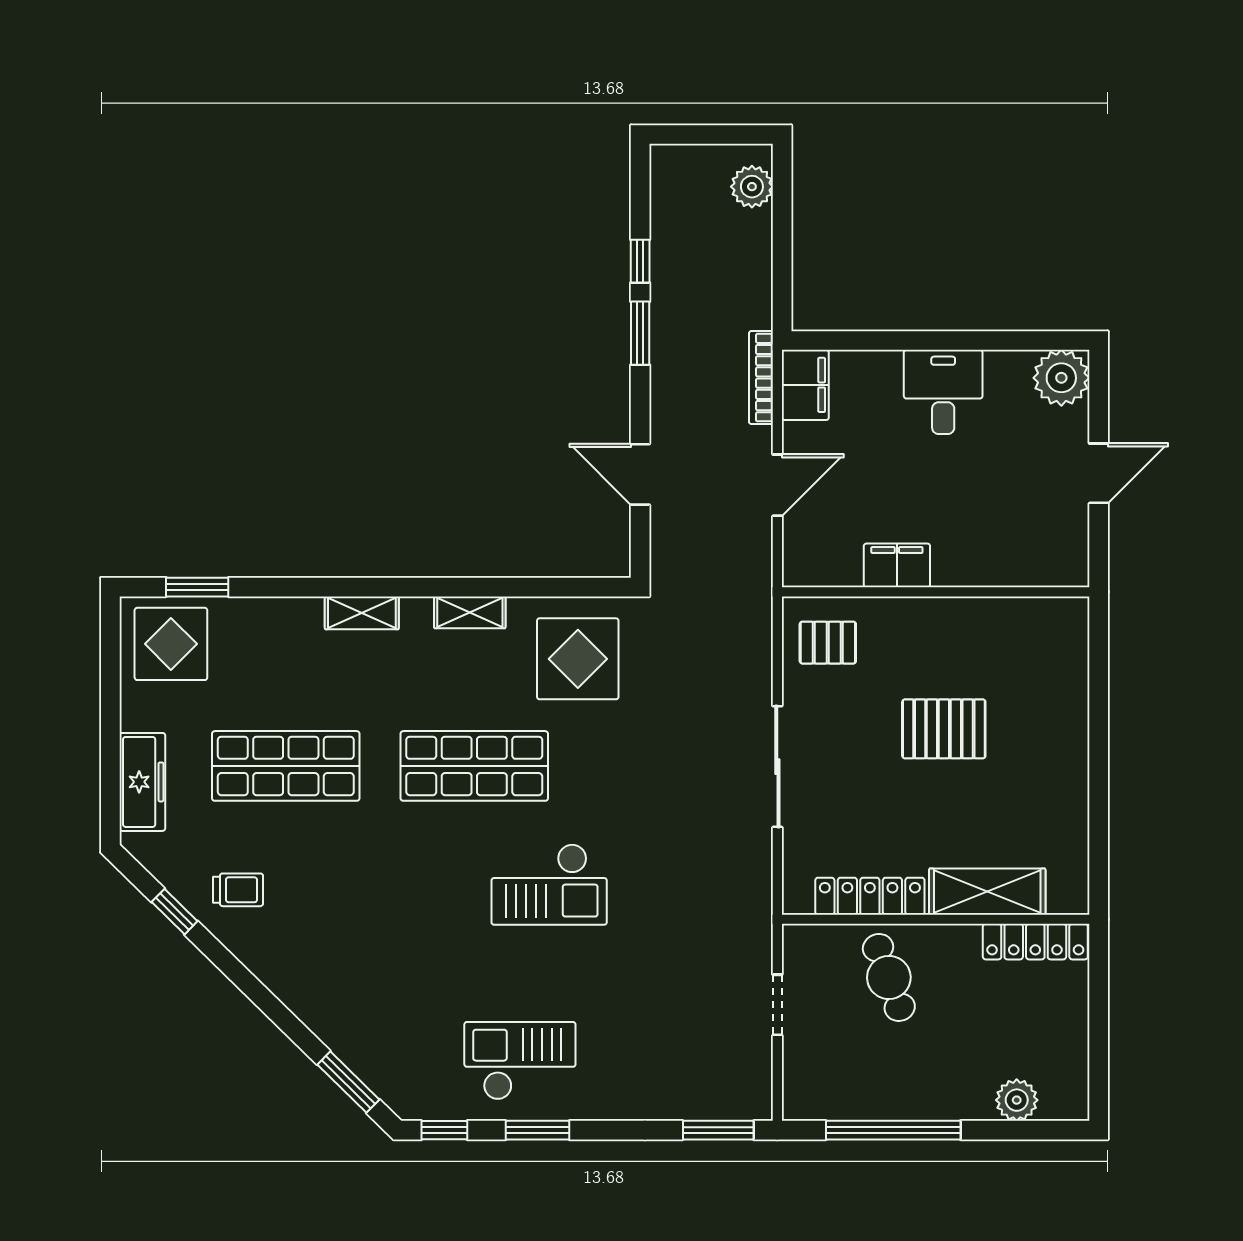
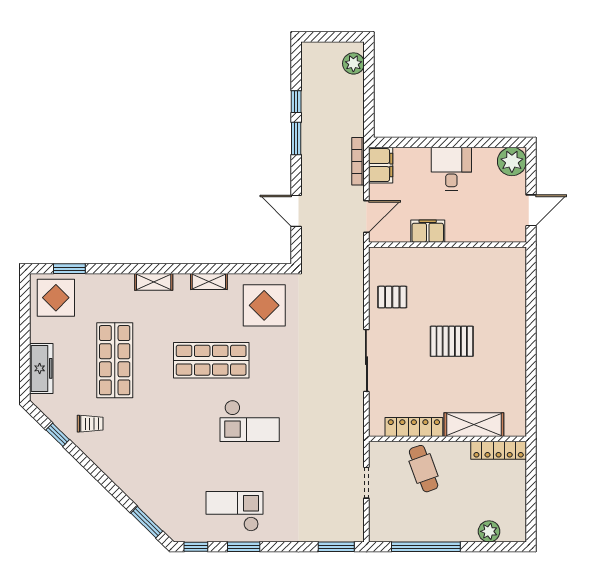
filing cabinet: (897, 565) -> (428, 231), moved
wall: (936, 592) -> (448, 245), moved
shop shelf: (286, 766) -> (115, 360), turned 90

